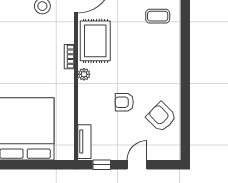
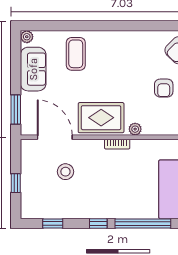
coffee table: (158, 16) -> (76, 54), width x1.36, depth x1.30

